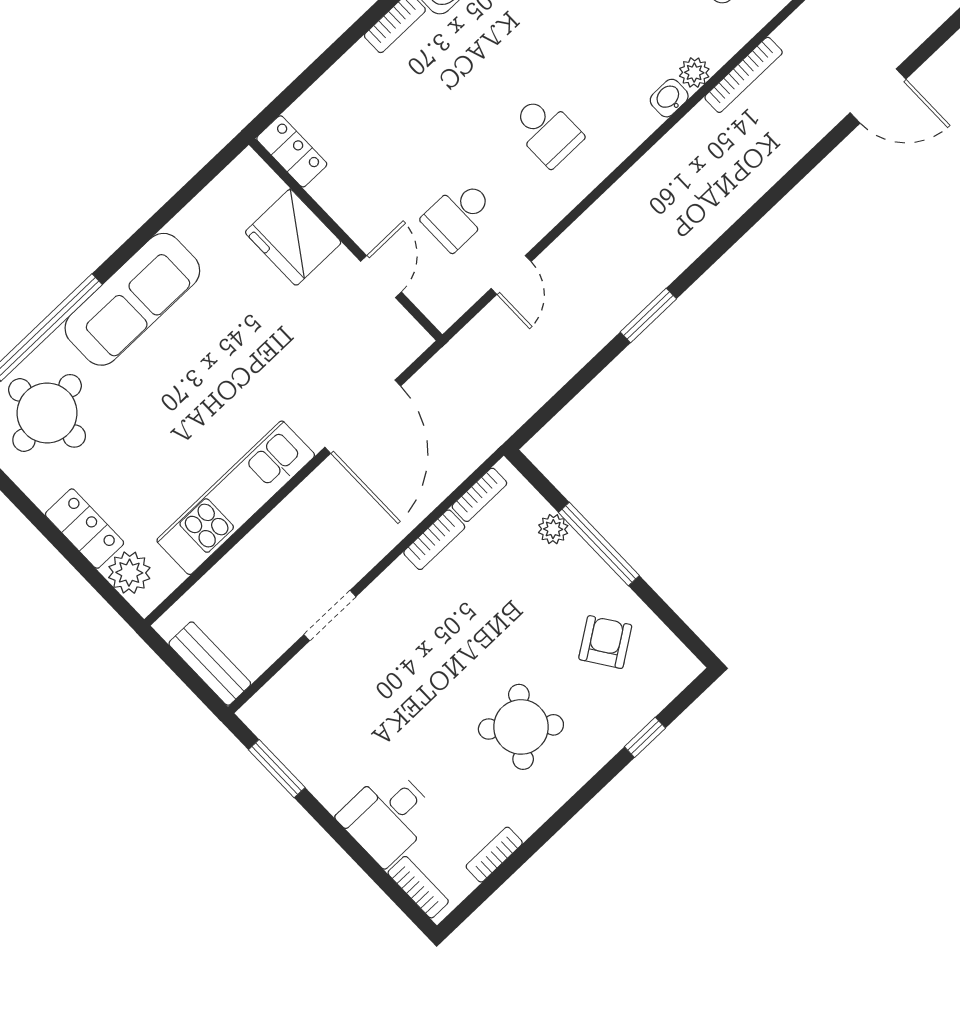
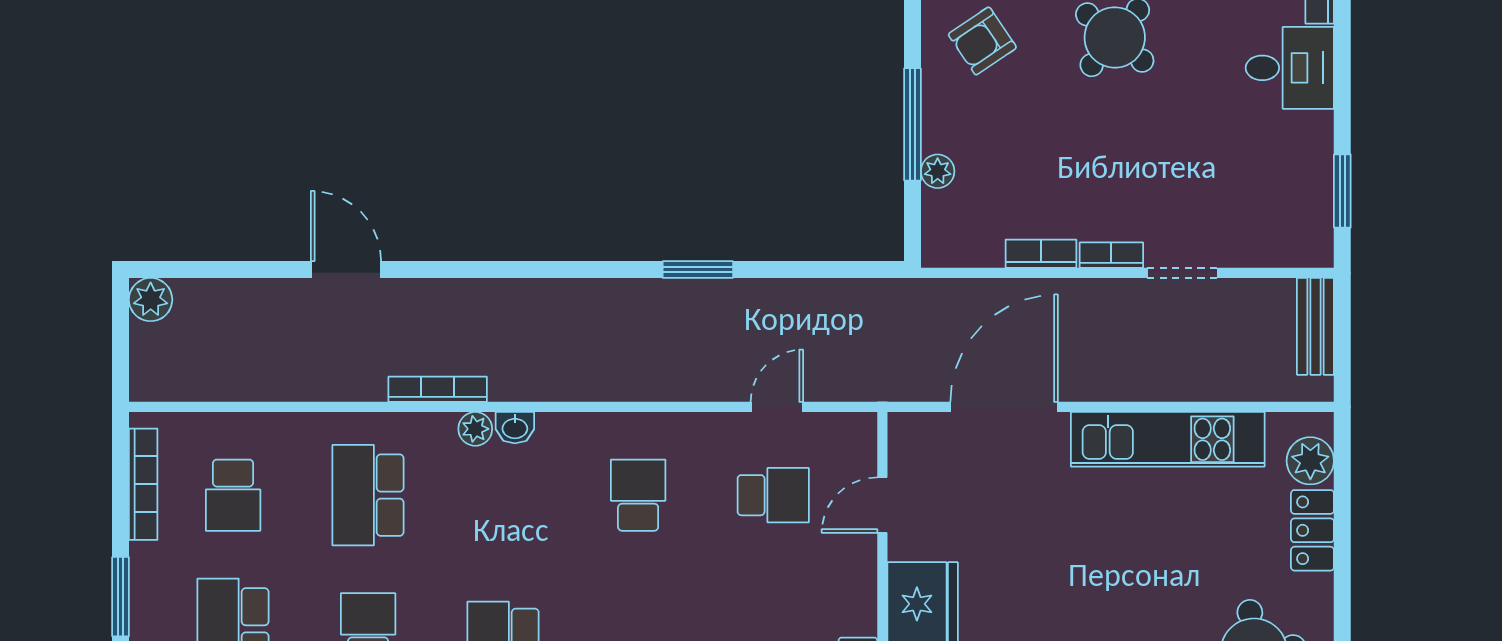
bookcase: (479, 495) -> (1111, 255), moved

